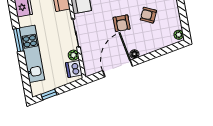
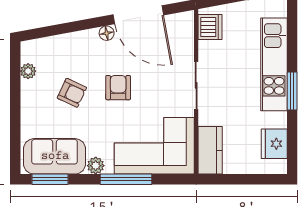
plant: (179, 35) -> (28, 71), moved
plant: (73, 55) -> (207, 50), removed
door: (118, 68) -> (138, 15), hinge flipped

